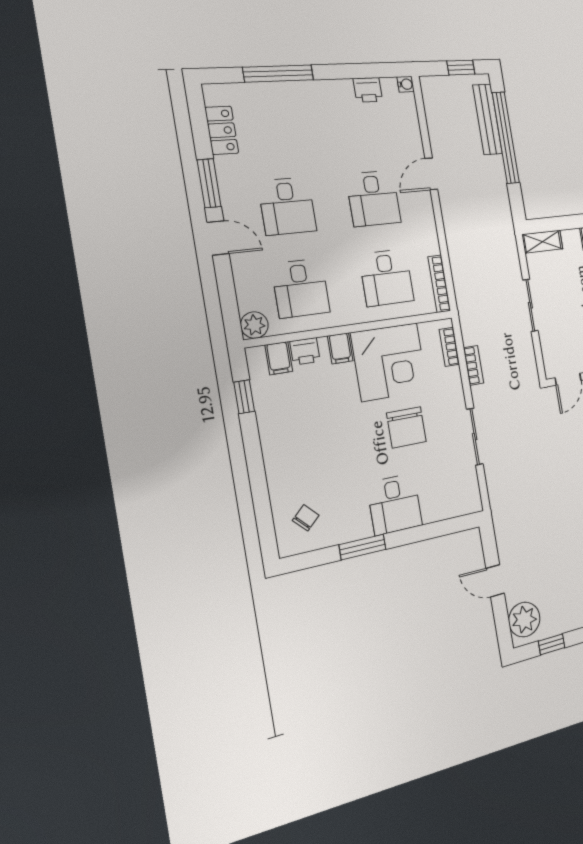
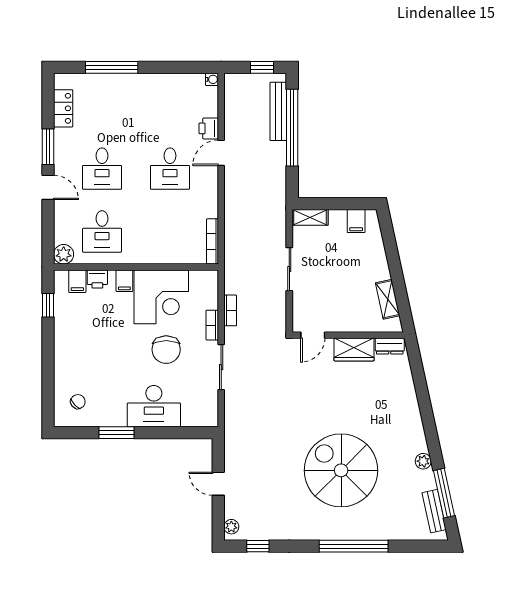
printer: (368, 90) -> (209, 128), moved, turned 90
desk: (387, 278) -> (170, 231), removed
bookcase: (449, 347) -> (212, 325), moved
desk: (395, 504) -> (154, 406), width x1.37
plant: (524, 619) -> (231, 527), width x0.53, depth x0.53

